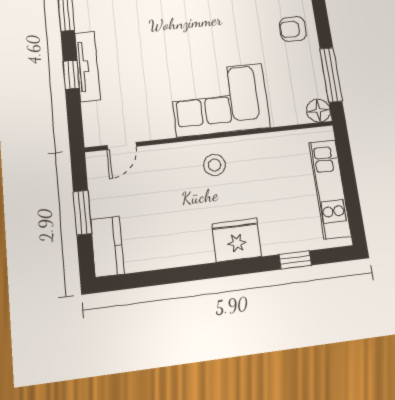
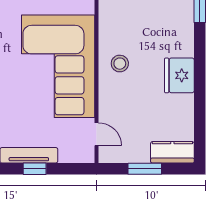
corner sofa: (220, 100) -> (58, 66), width x1.36, depth x1.36
fridge: (237, 240) -> (179, 75), moved

